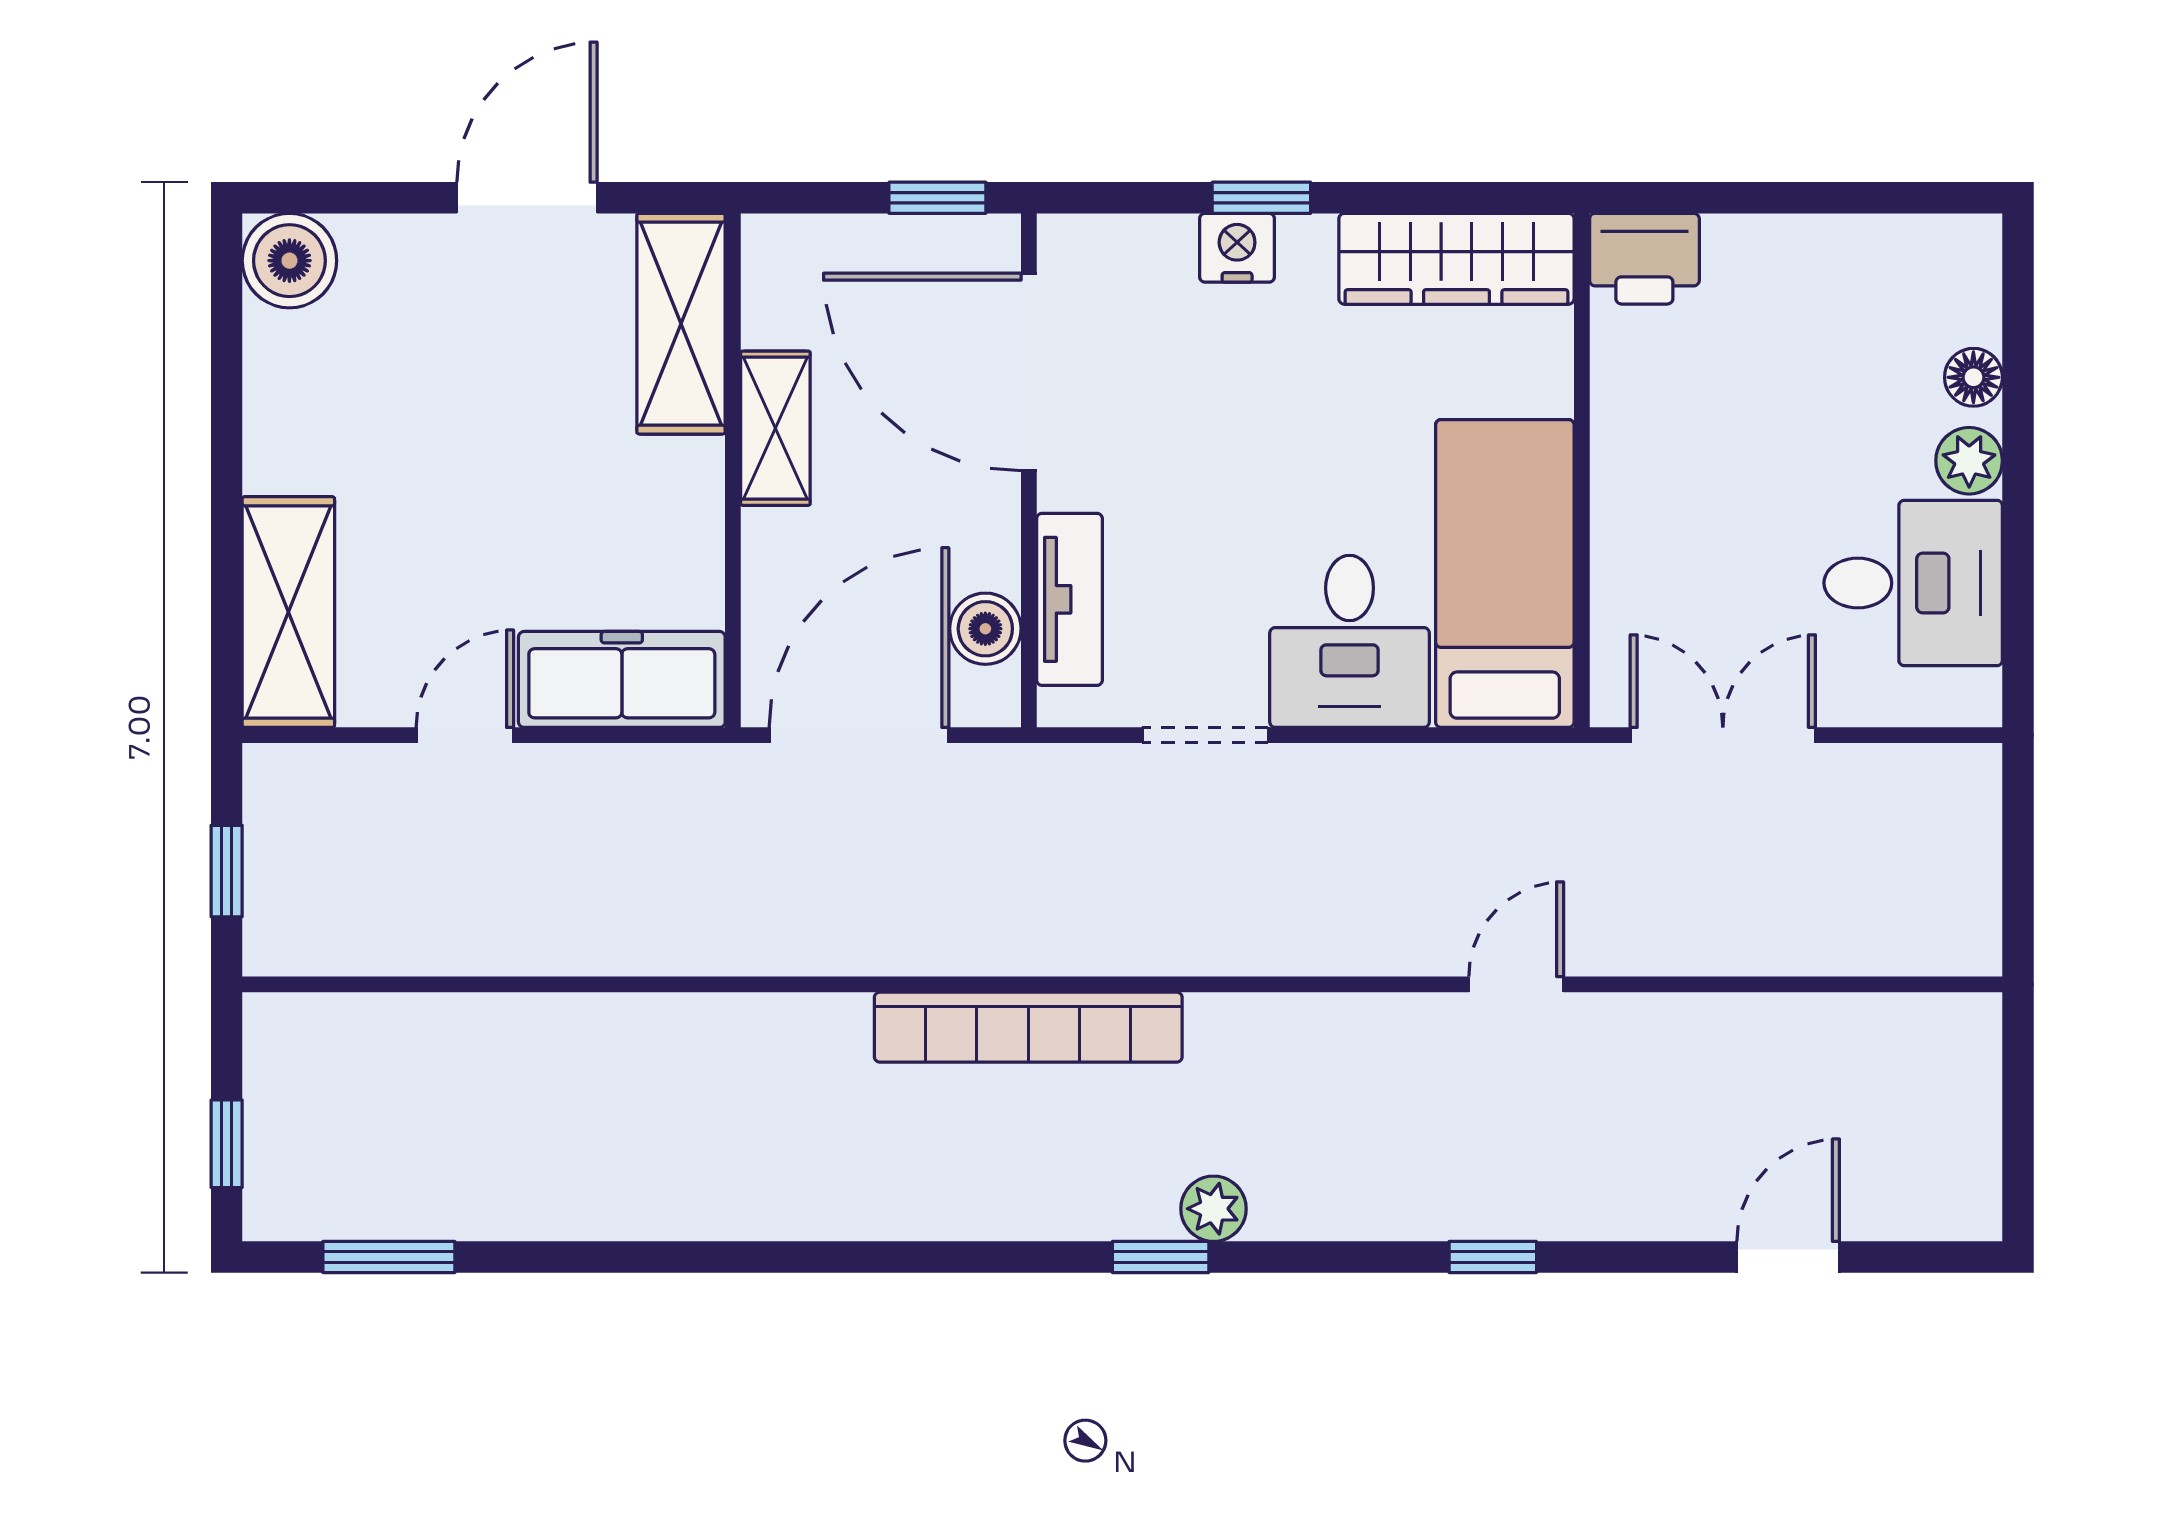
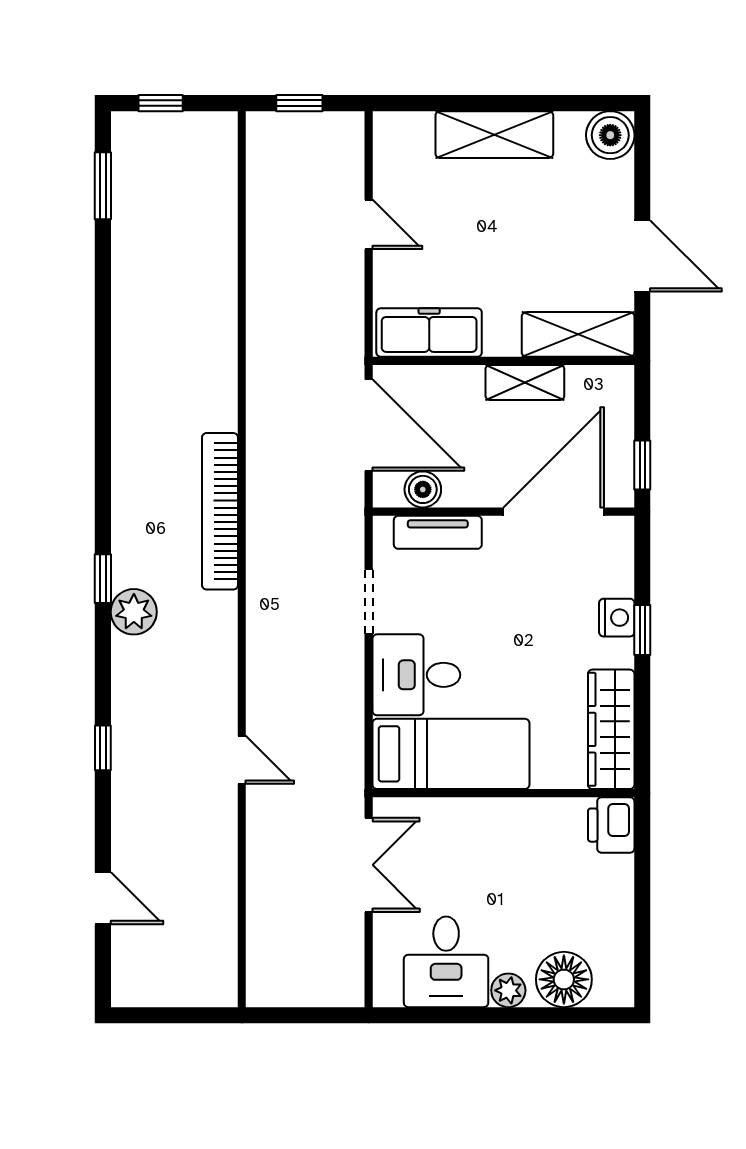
floor lamp: (1973, 377) -> (564, 979), width x1.89, depth x1.89
shelving: (288, 612) -> (494, 135), moved
freezer: (622, 679) -> (429, 333), moved, turned -90
plant: (1213, 1209) -> (134, 612), width x1.38, depth x1.38

